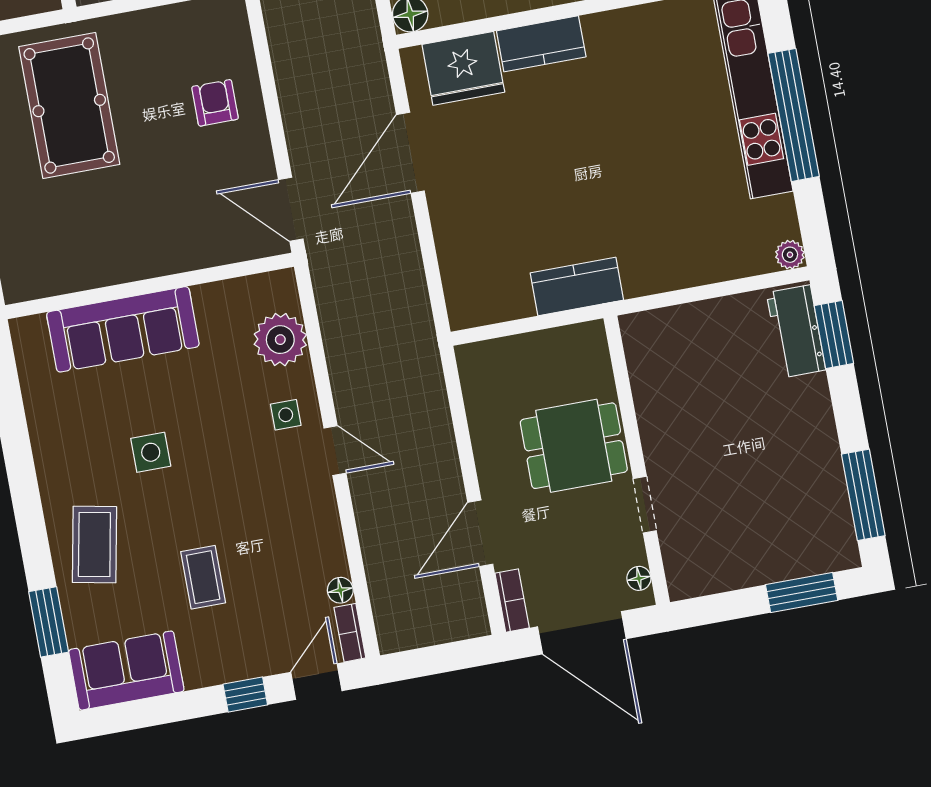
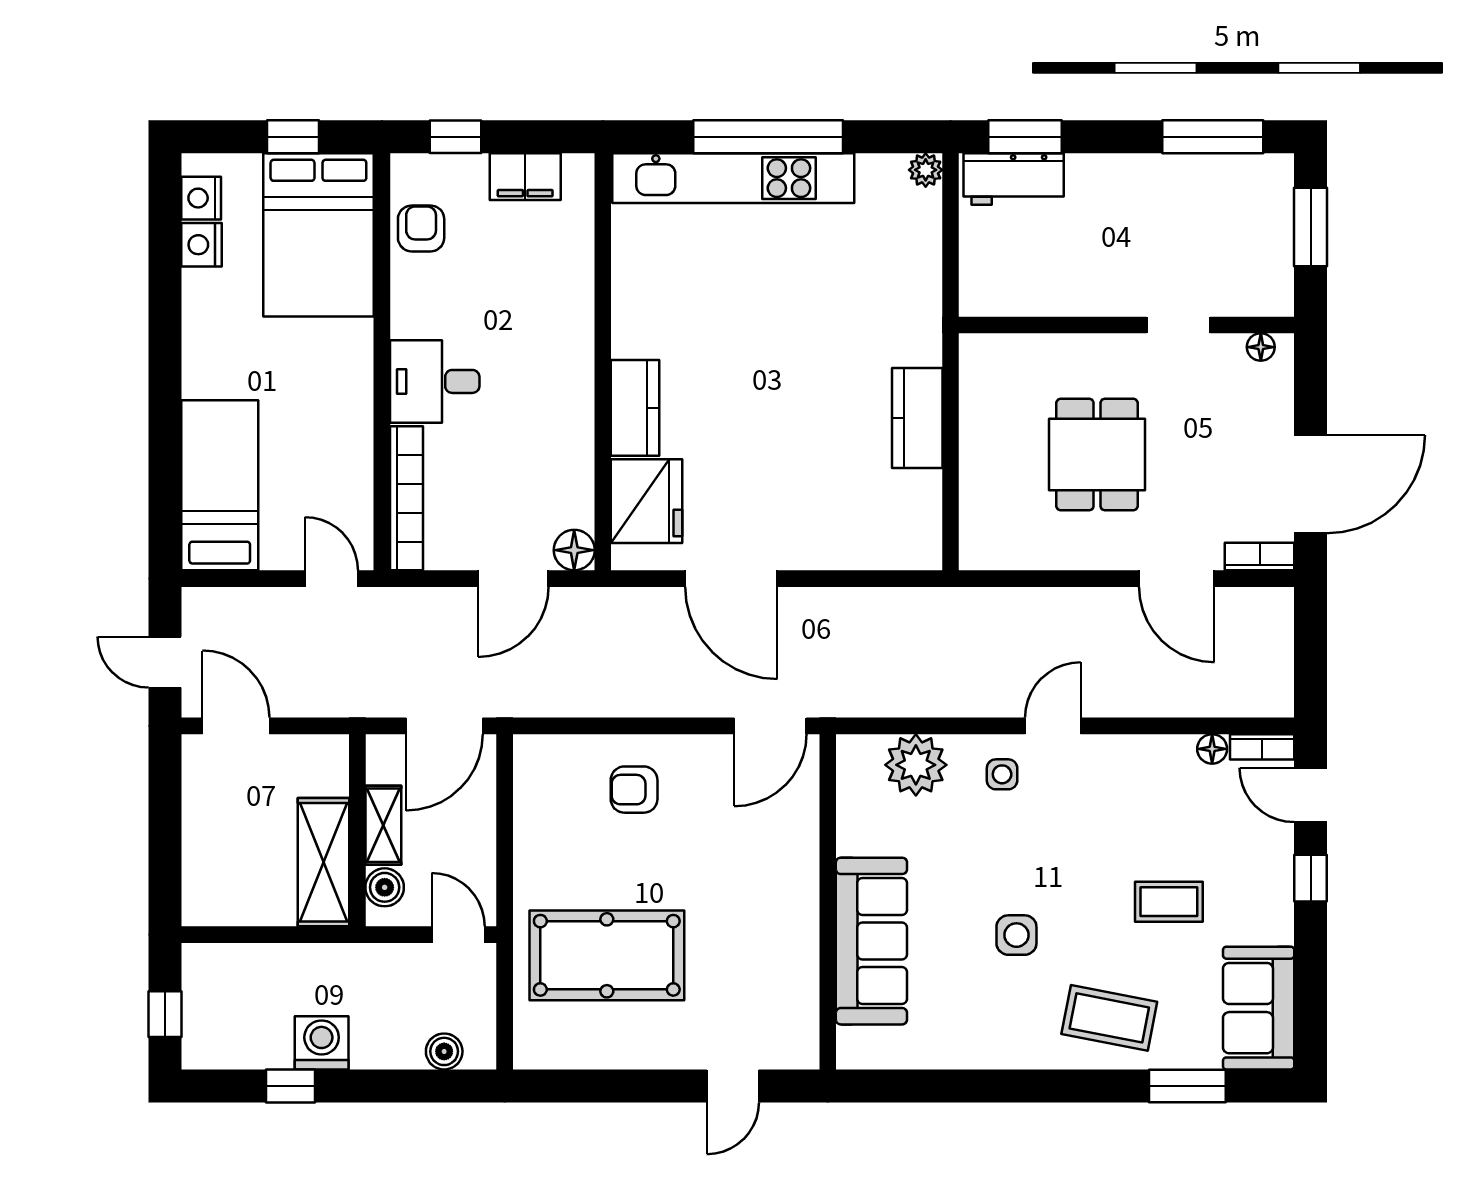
wall: (637, 460) -> (1126, 325), moved
doorway: (645, 505) -> (1178, 325), moved
floor lamp: (639, 578) -> (1261, 347), moved

